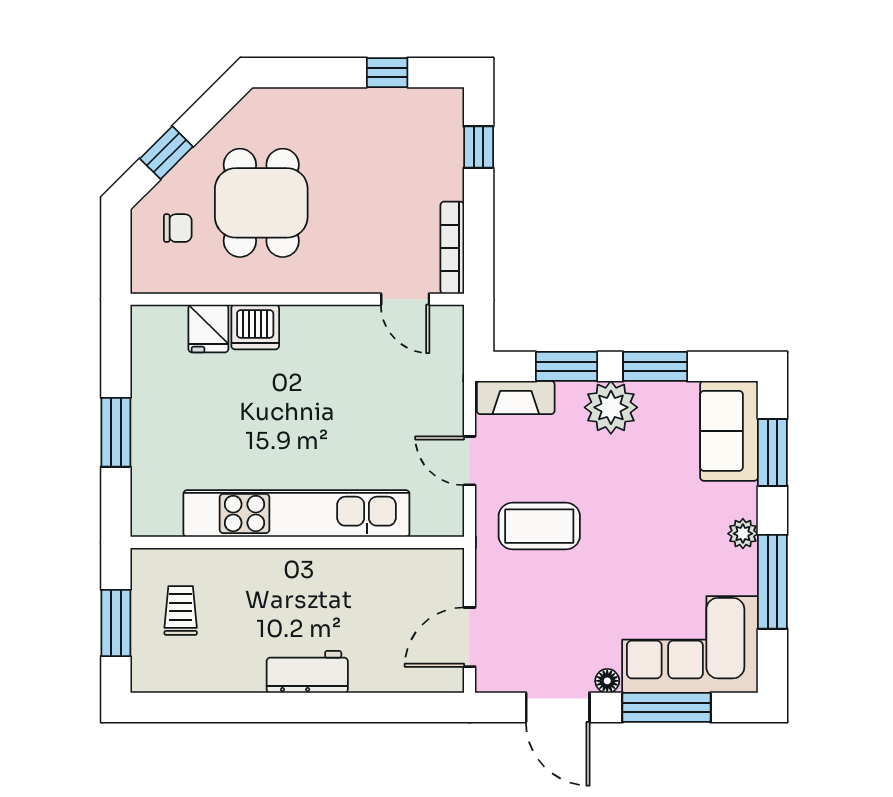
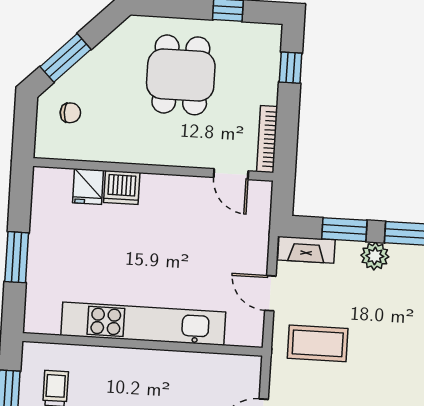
window: (166, 153) -> (66, 58), width x1.50
dining table: (261, 203) -> (181, 75), moved
plant: (611, 407) -> (375, 256), width x0.73, depth x0.73

